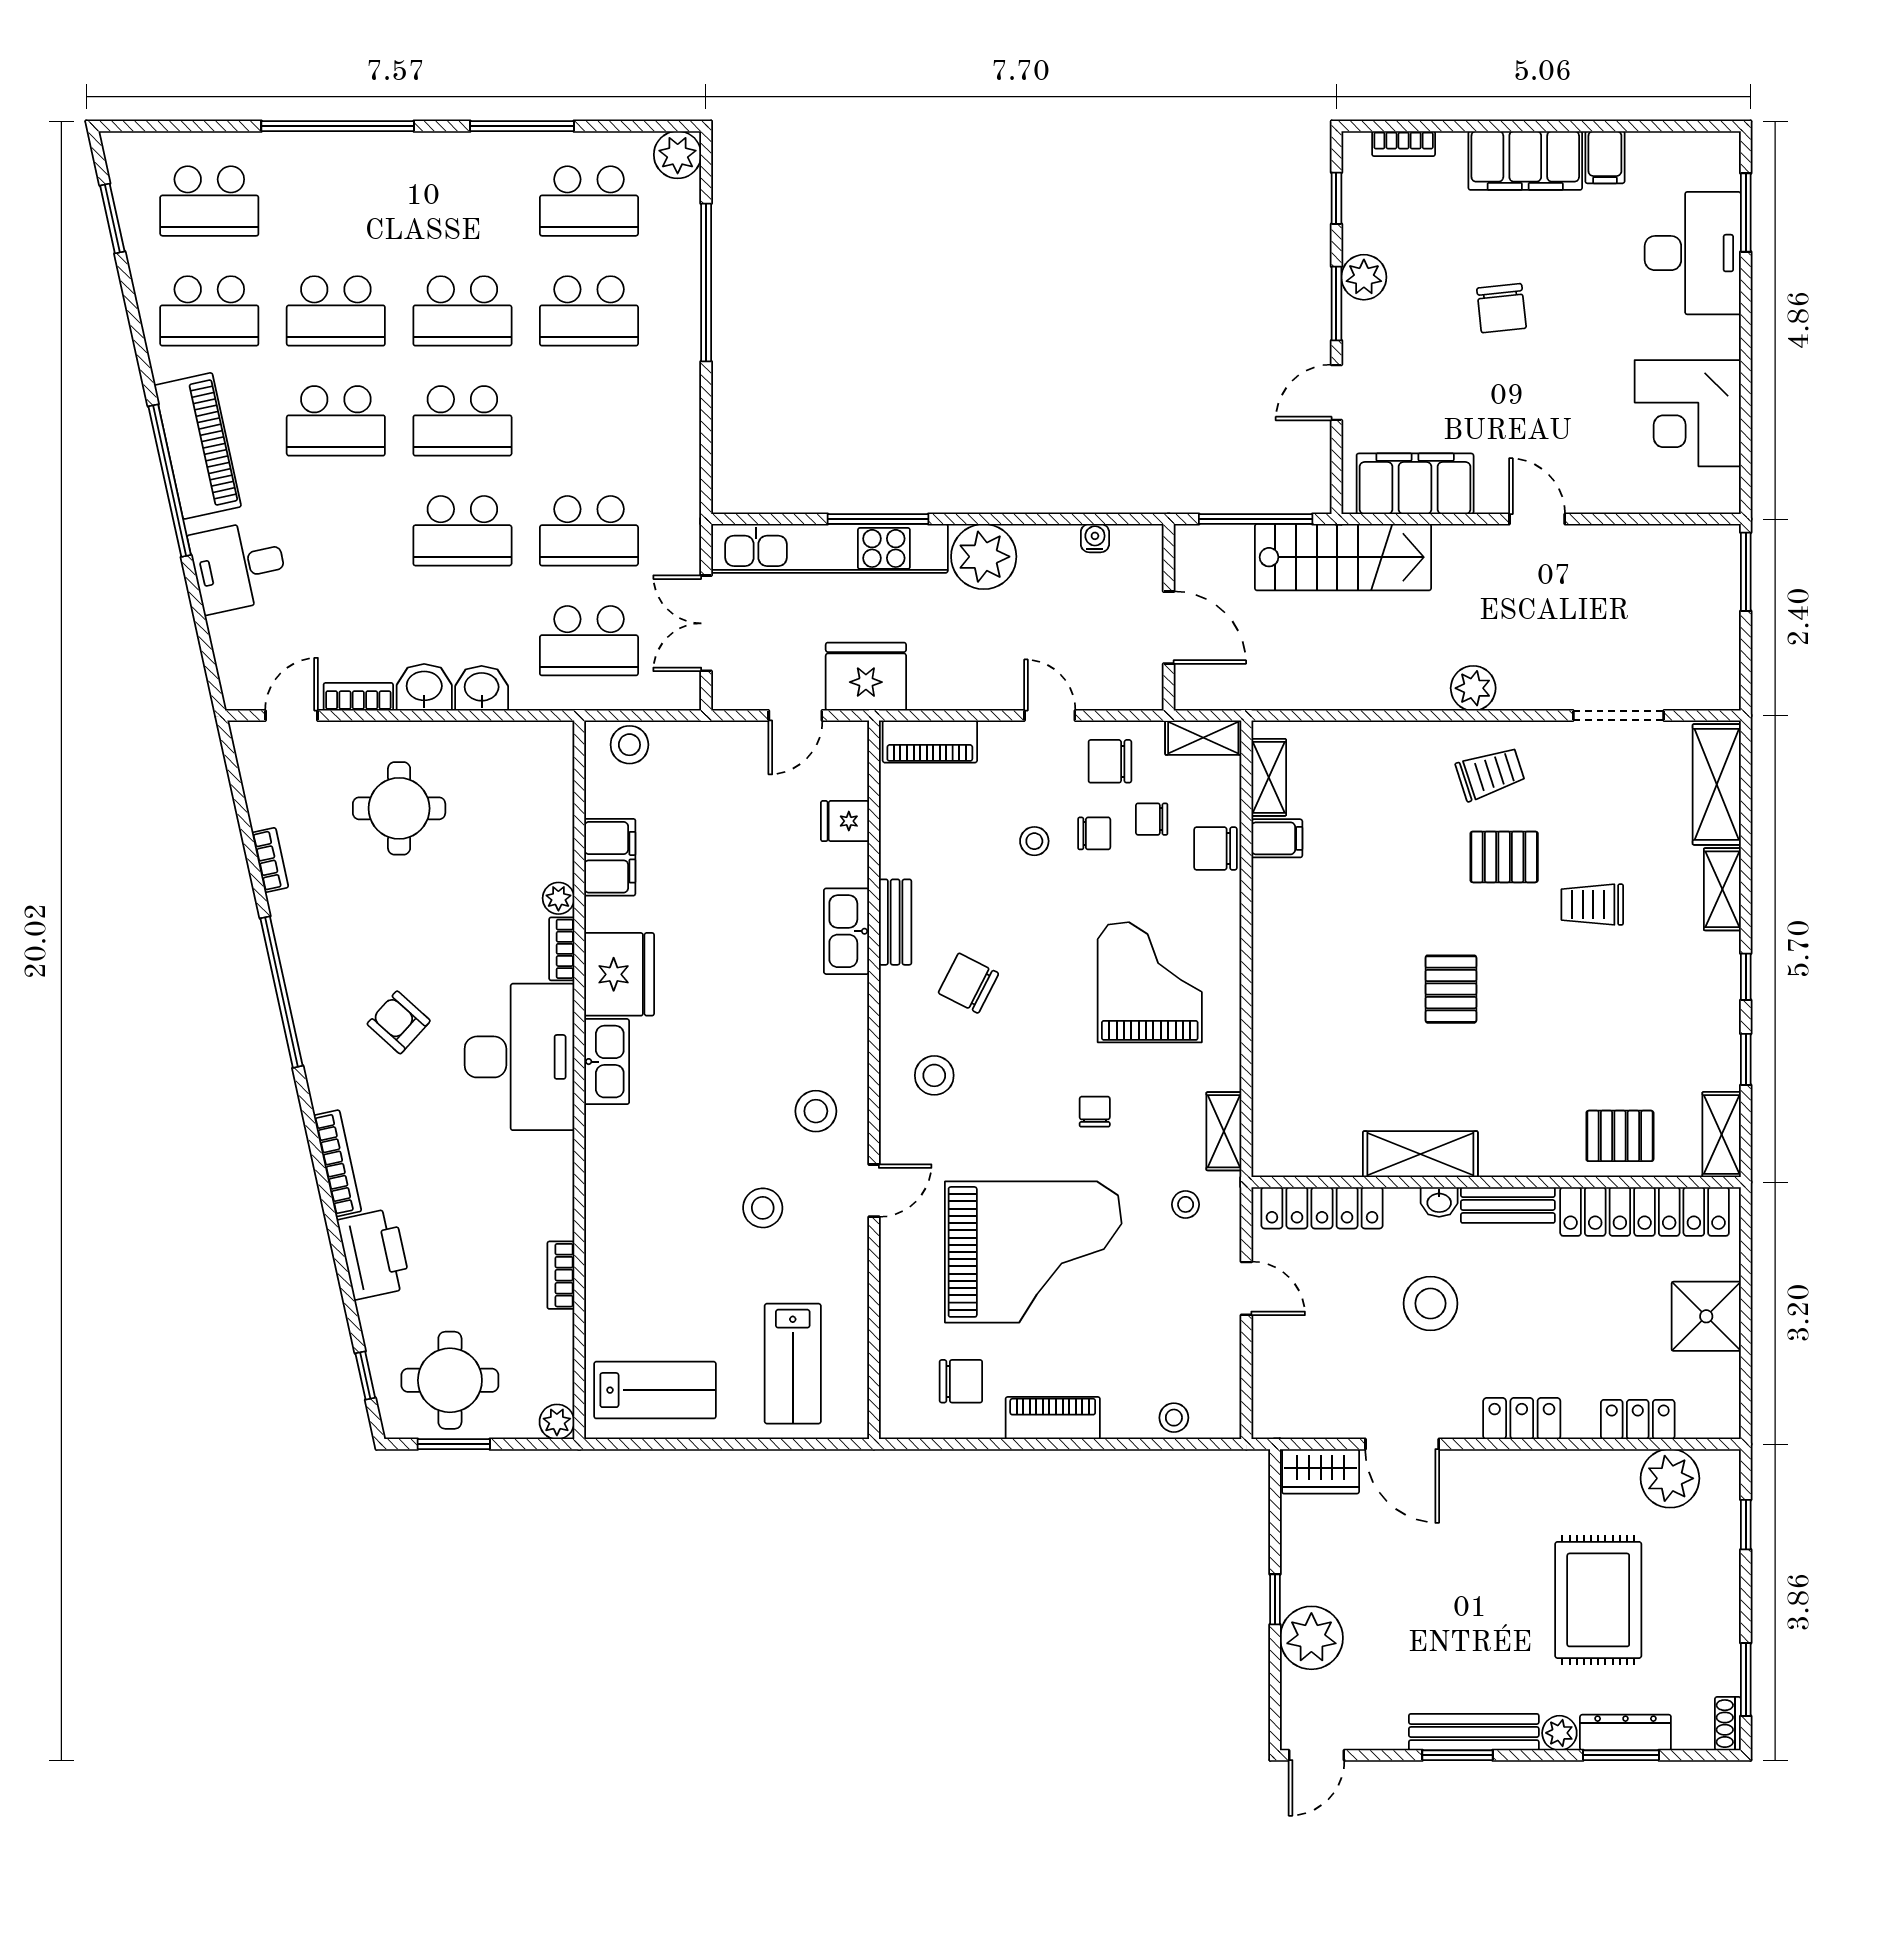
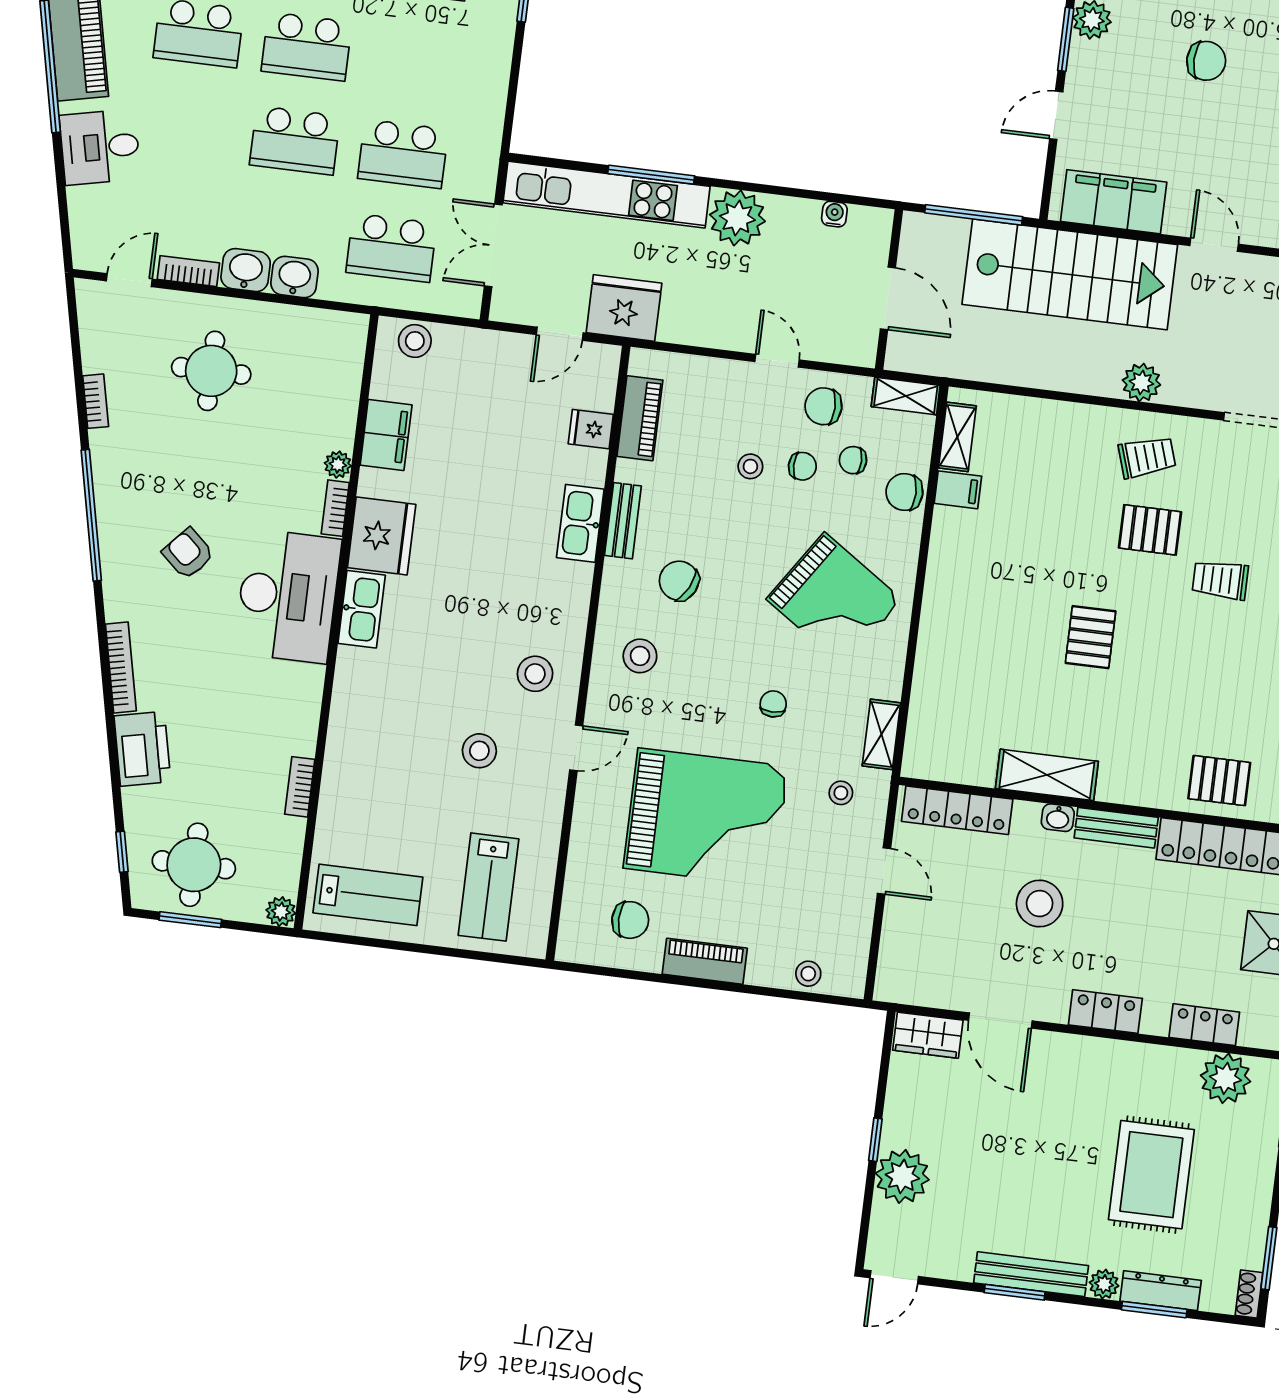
chair: (1501, 308) -> (1206, 61), turned -84
stairs: (1343, 557) -> (1070, 274), width x1.36, depth x1.51
piano: (930, 742) -> (640, 418), moved, turned -90
grand piano: (1150, 982) -> (834, 599), turned 124

